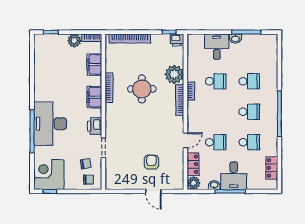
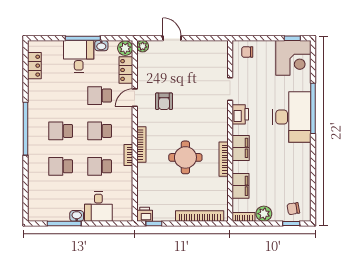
plant: (174, 74) -> (143, 46), moved, width x0.53, depth x0.53
school desk: (249, 142) -> (100, 131), moved
armchair: (151, 162) -> (164, 101), moved
chair: (86, 164) -> (293, 209), moved

